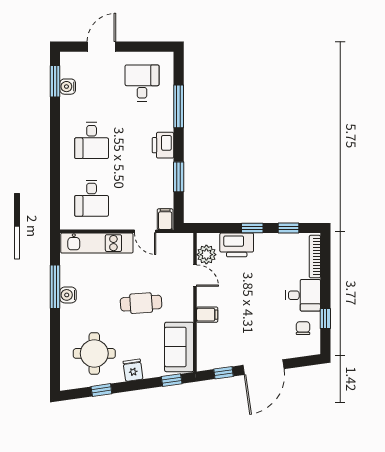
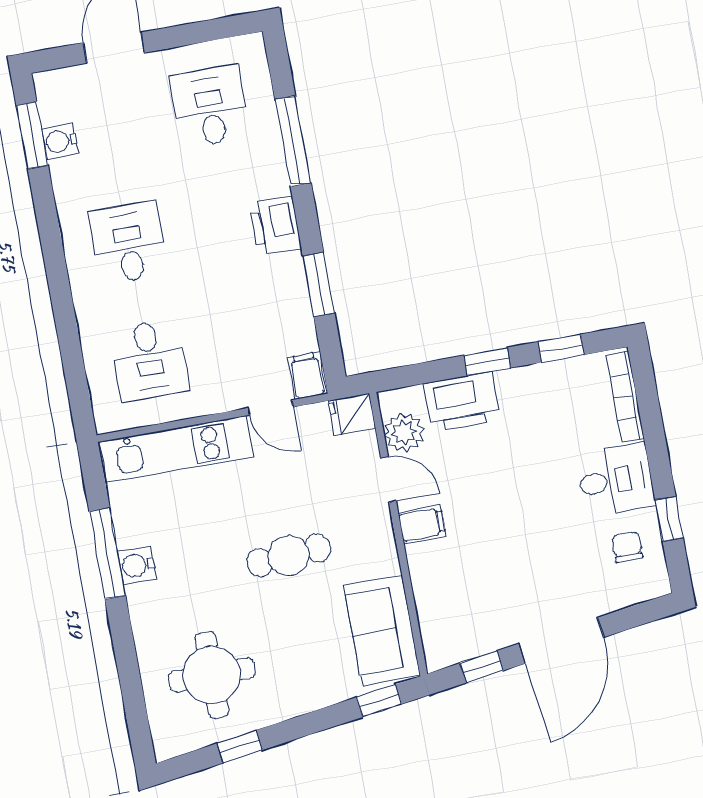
desk: (92, 141) -> (128, 243), turned 180
filing cabinet: (207, 315) -> (422, 524), moved
fridge: (133, 370) -> (352, 414), moved, turned -82

